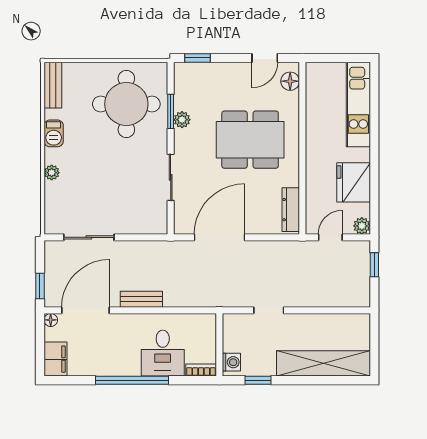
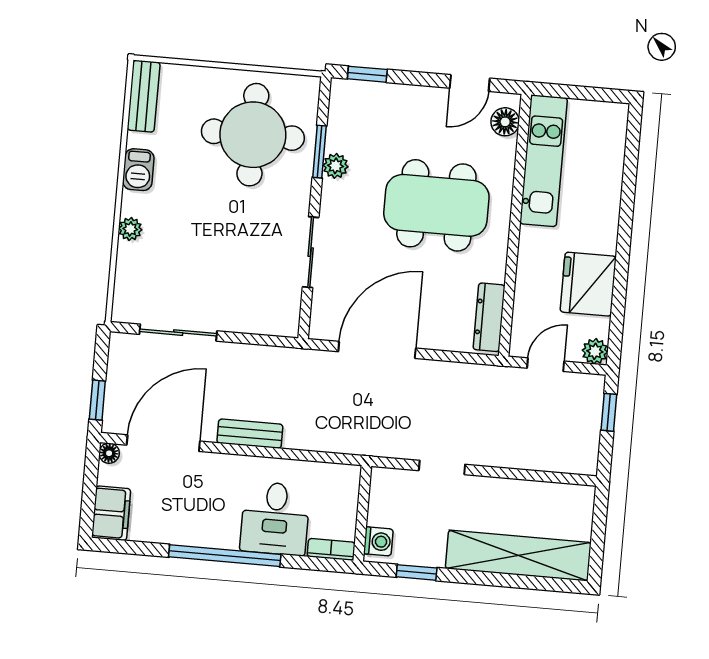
kitchen unit: (358, 104) -> (544, 161), moved, turned 180

